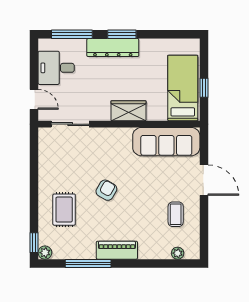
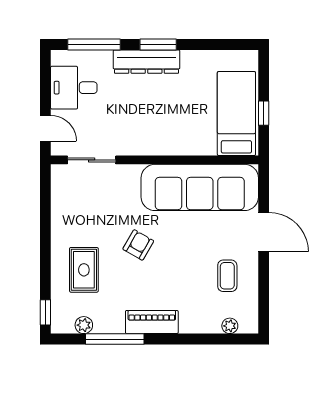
wardrobe: (128, 111) -> (167, 143), removed
sofa: (166, 142) -> (200, 187), width x1.36, depth x1.27
plant: (45, 253) -> (84, 325), moved

